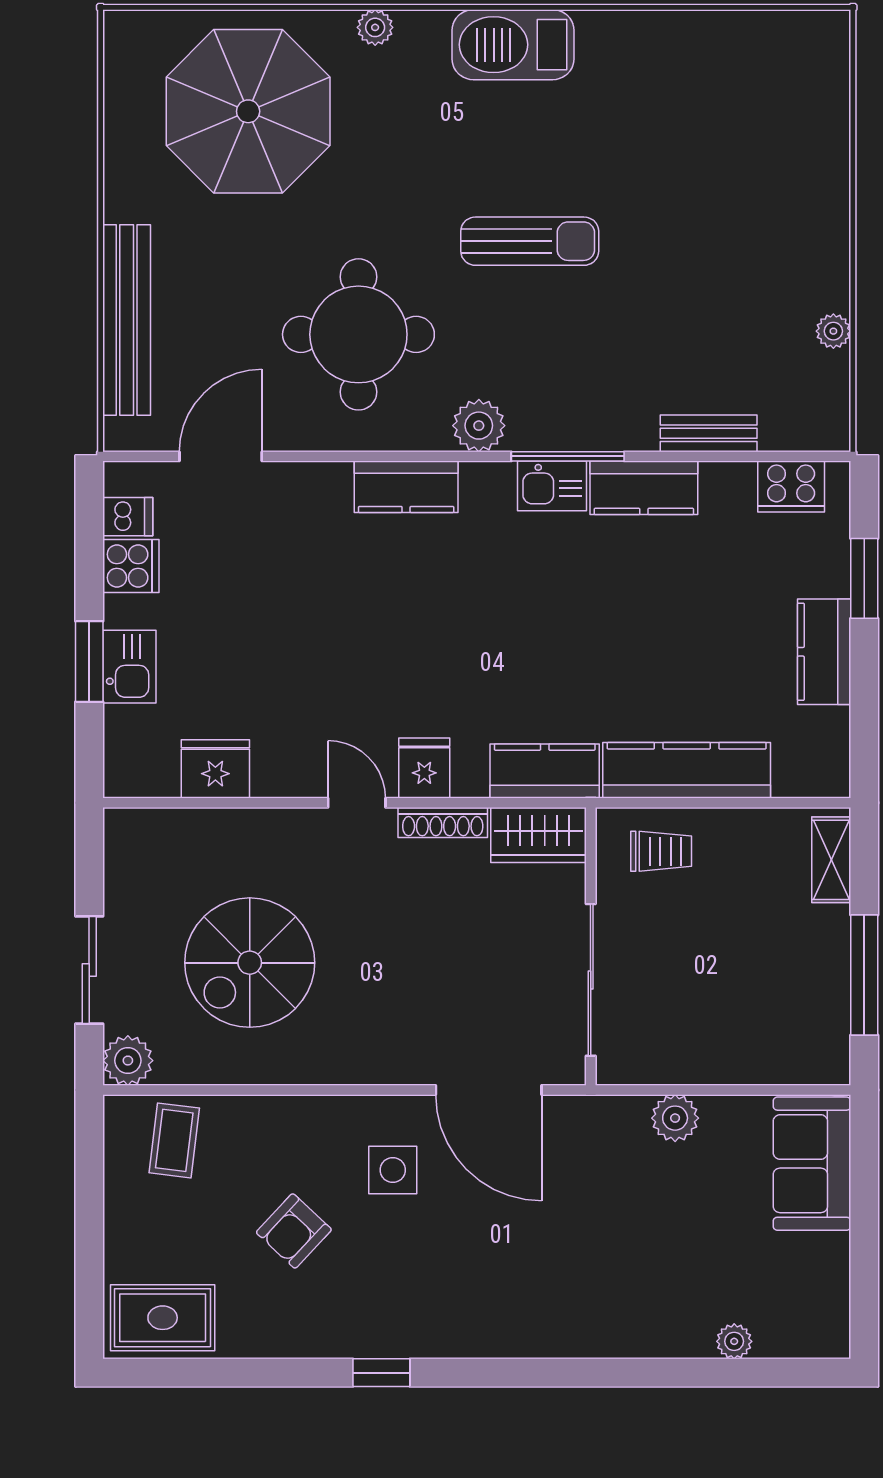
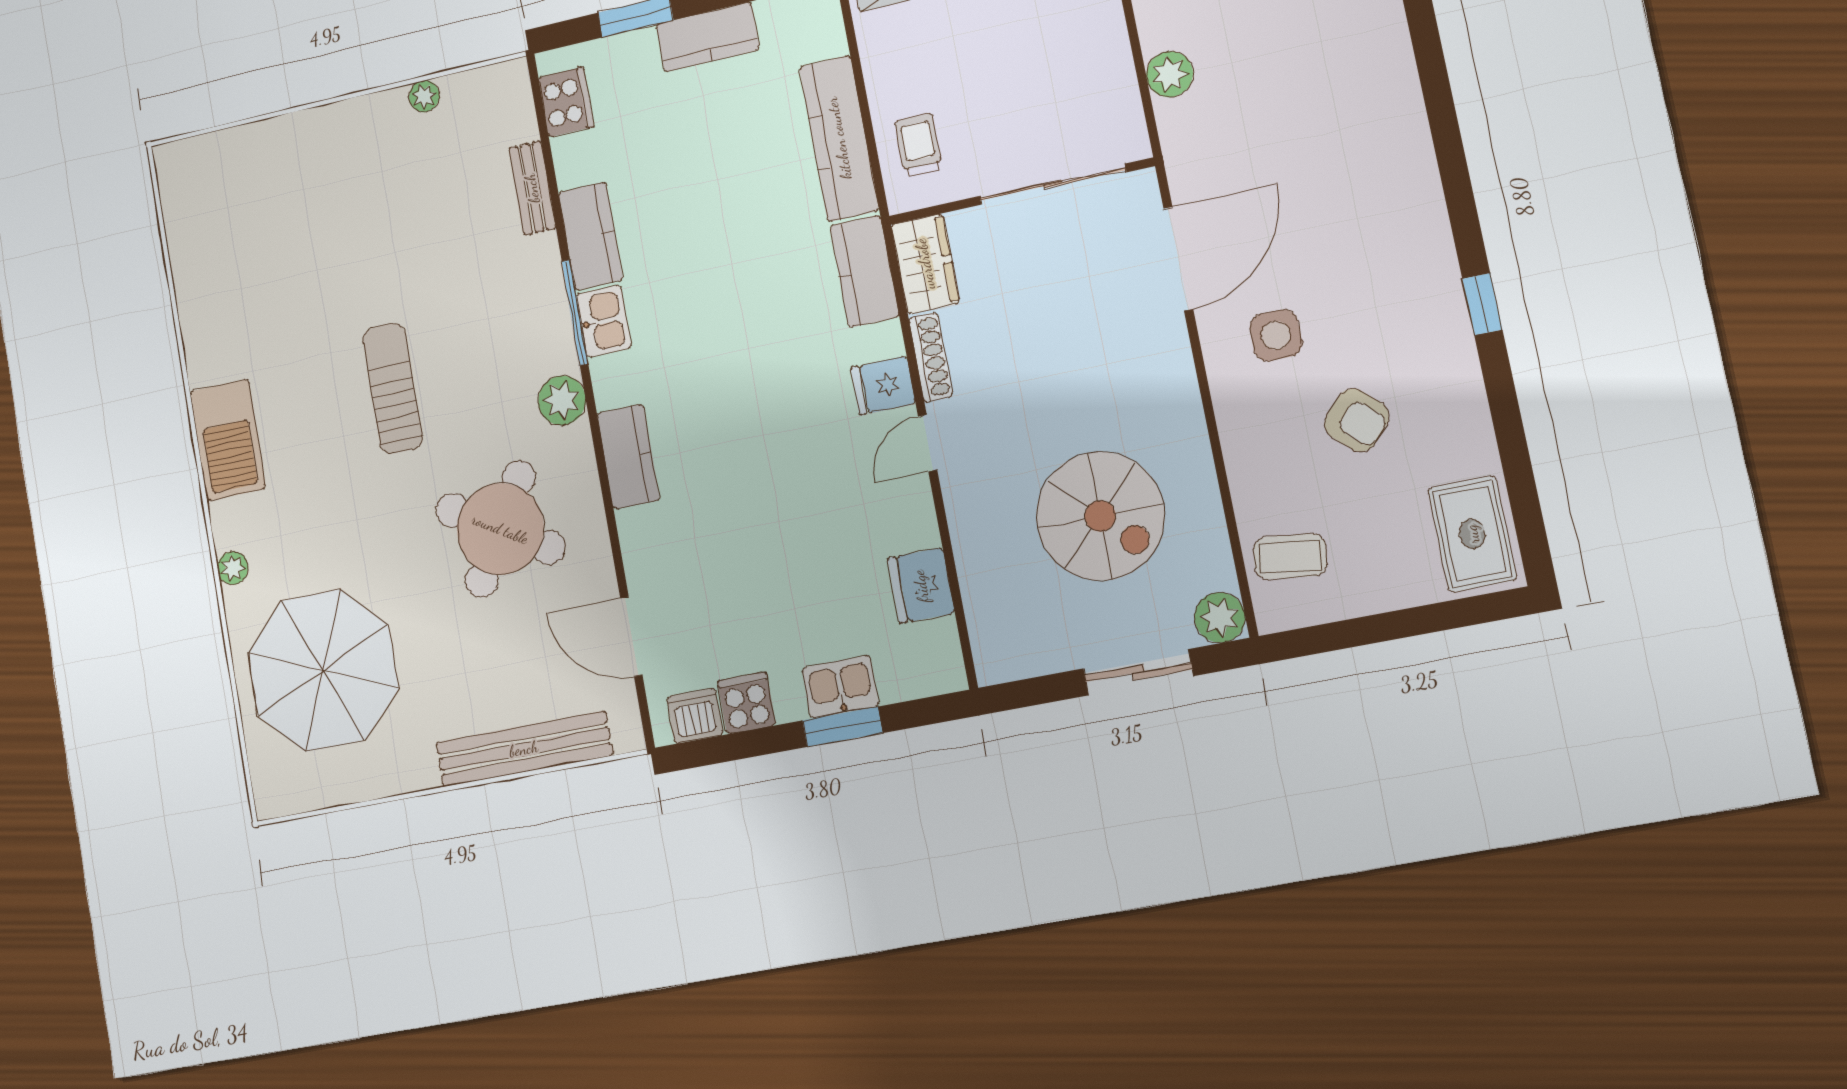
round table: (358, 334) -> (500, 529), turned 31
dishwasher: (128, 517) -> (695, 716), width x1.38

